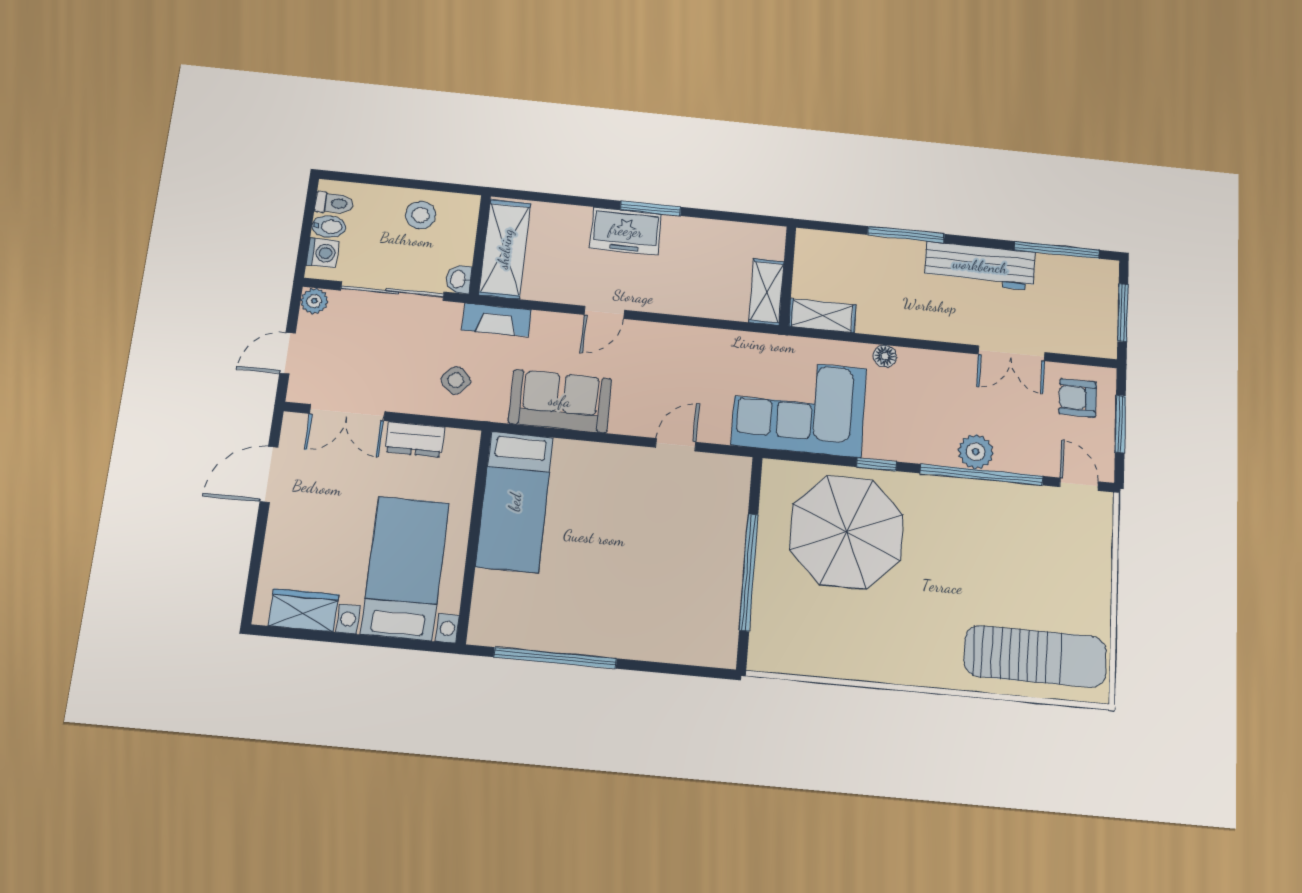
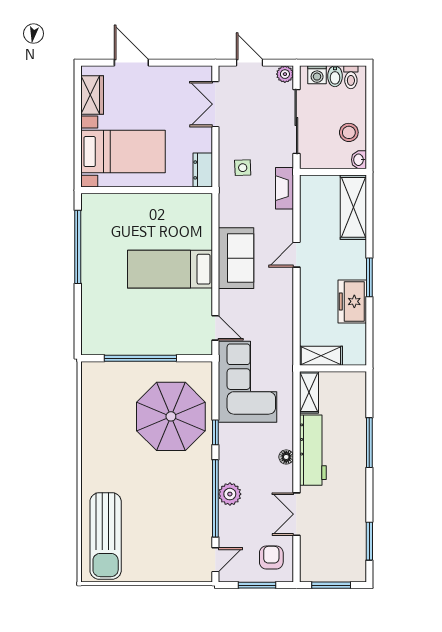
freezer: (626, 231) -> (352, 301), moved
shelving: (505, 249) -> (353, 207), moved, turned 90
window: (1057, 250) -> (369, 541), width x0.69
workbench: (980, 266) -> (313, 450), moved, turned 180
washbasin: (459, 279) -> (359, 160), moved, turned -90
door: (604, 312) -> (296, 255), hinge flipped
floor lamp: (885, 356) -> (286, 457), moved
side table: (456, 380) -> (243, 168), turned 45
sofa: (560, 401) -> (236, 258), moved
dresser: (415, 439) -> (203, 170), moved
door: (676, 445) -> (215, 328), moved
door: (269, 474) -> (131, 63), moved
bed: (515, 502) -> (170, 269), moved

